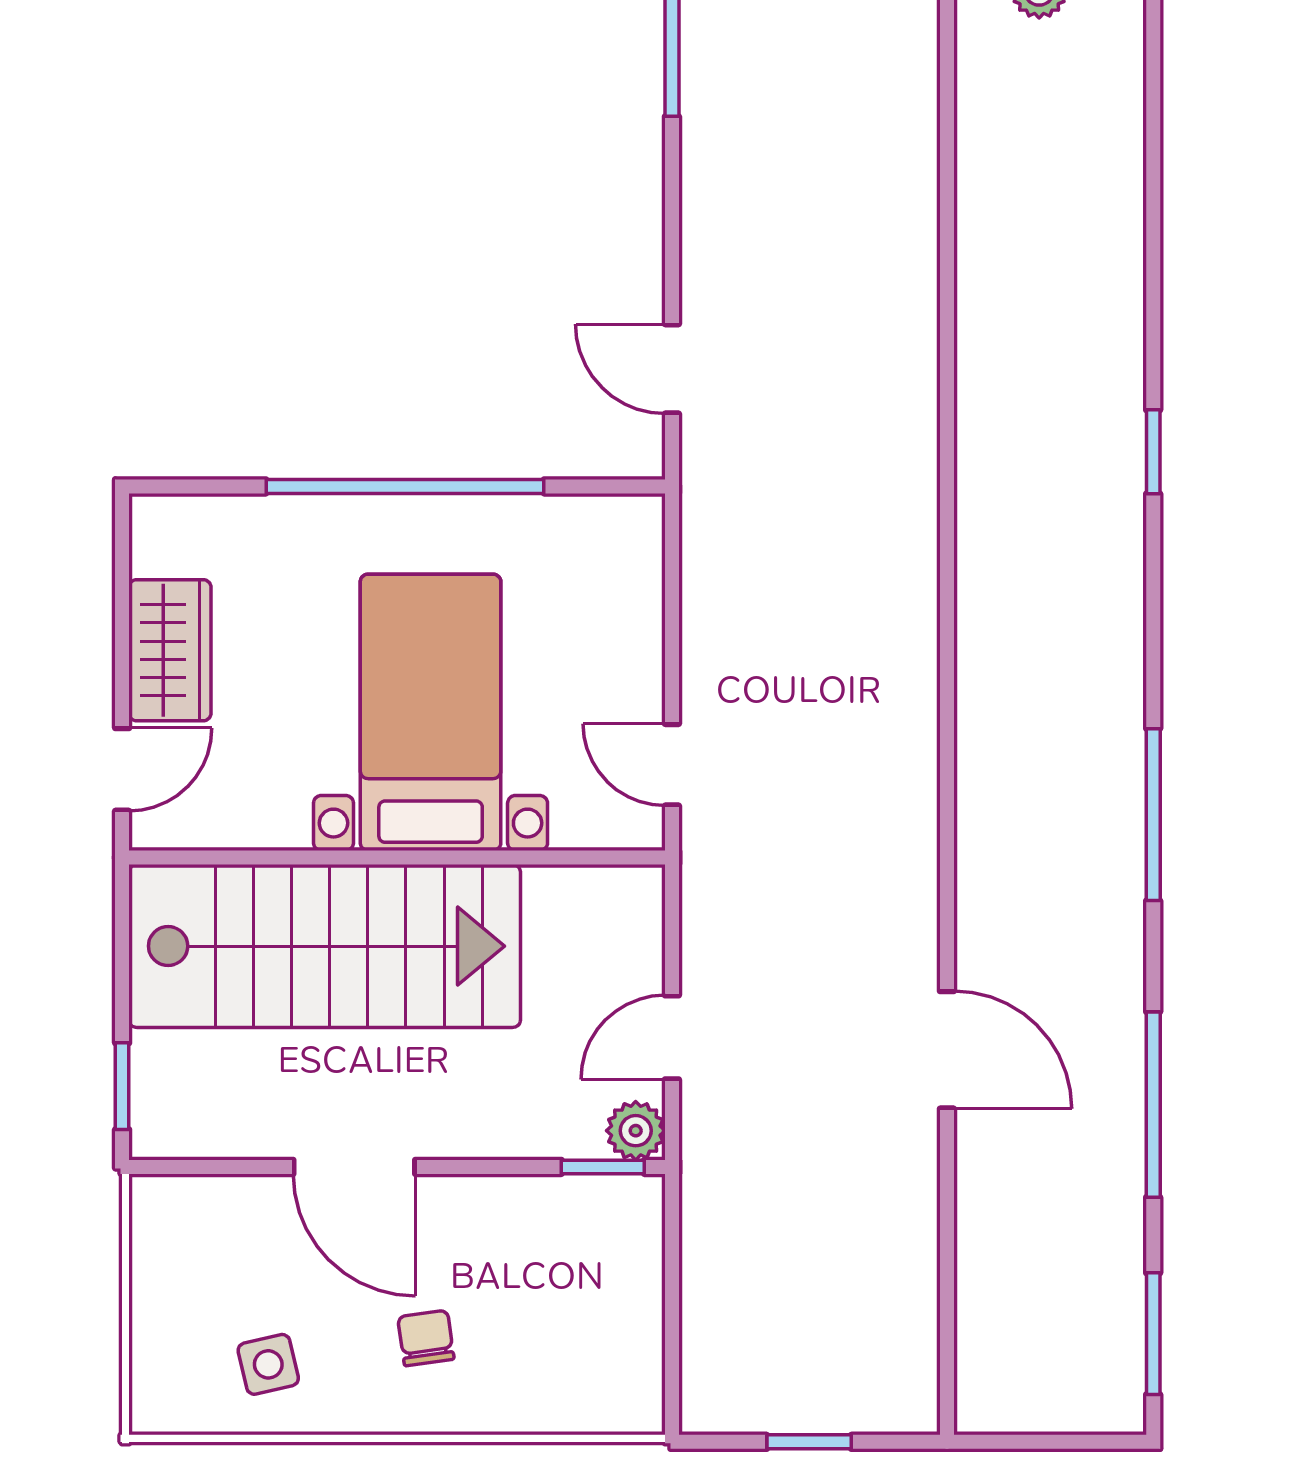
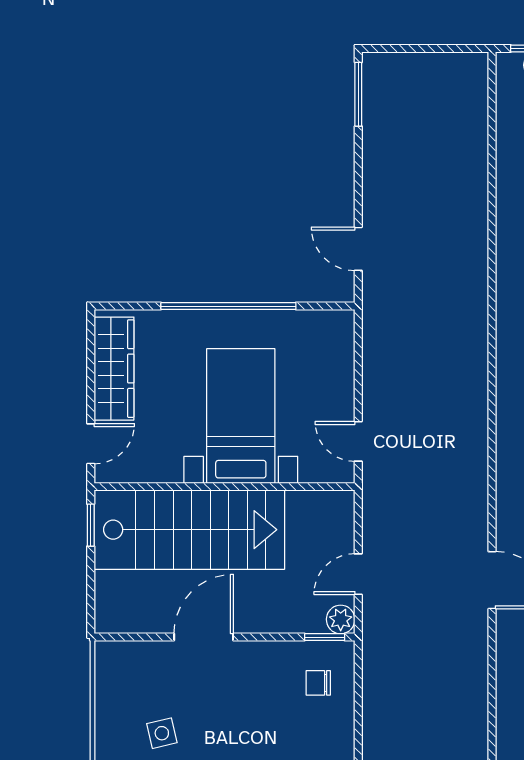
wardrobe: (170, 650) -> (114, 369), width x1.50
window: (122, 1086) -> (91, 525), moved
door: (354, 1167) -> (204, 637), swing flipped
chair: (426, 1338) -> (318, 683), moved, turned -82

